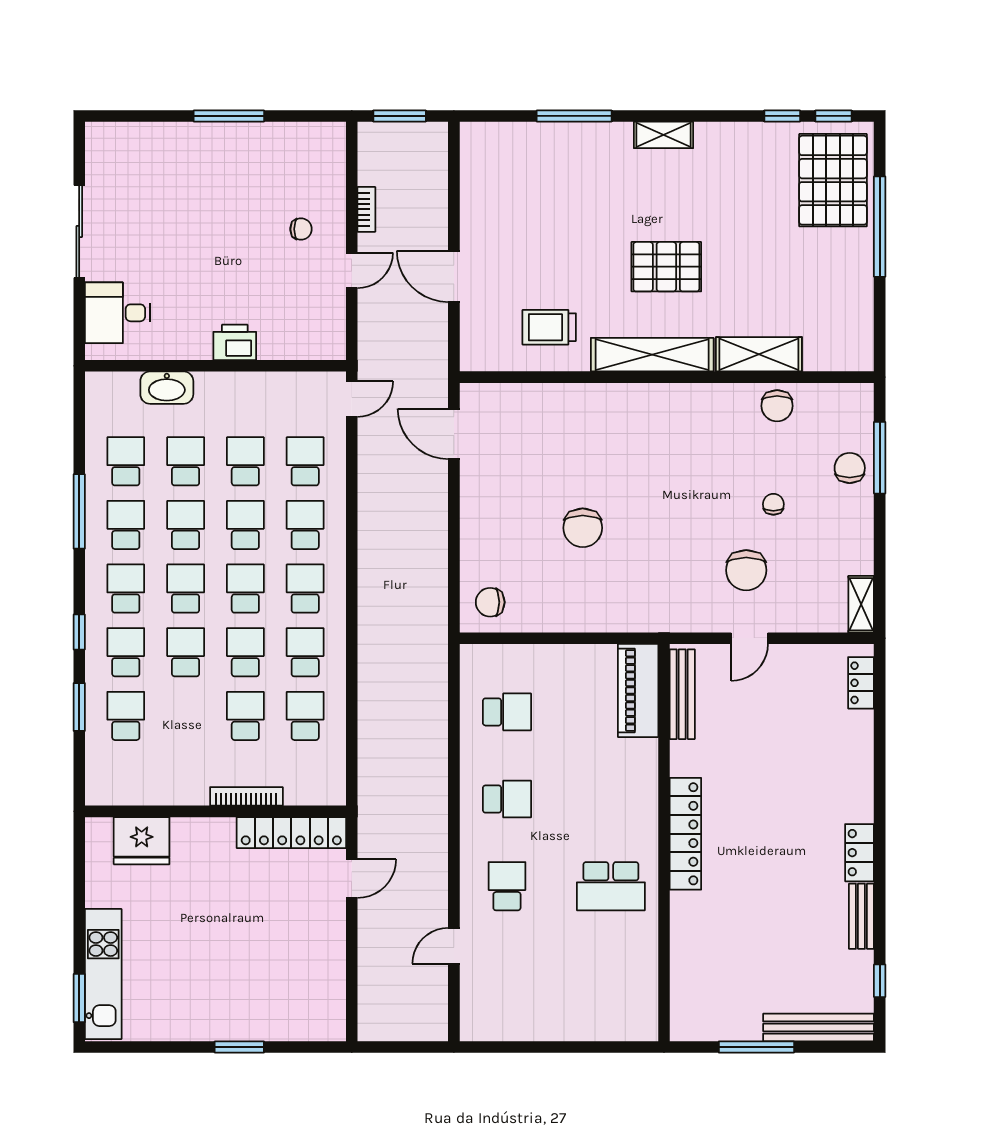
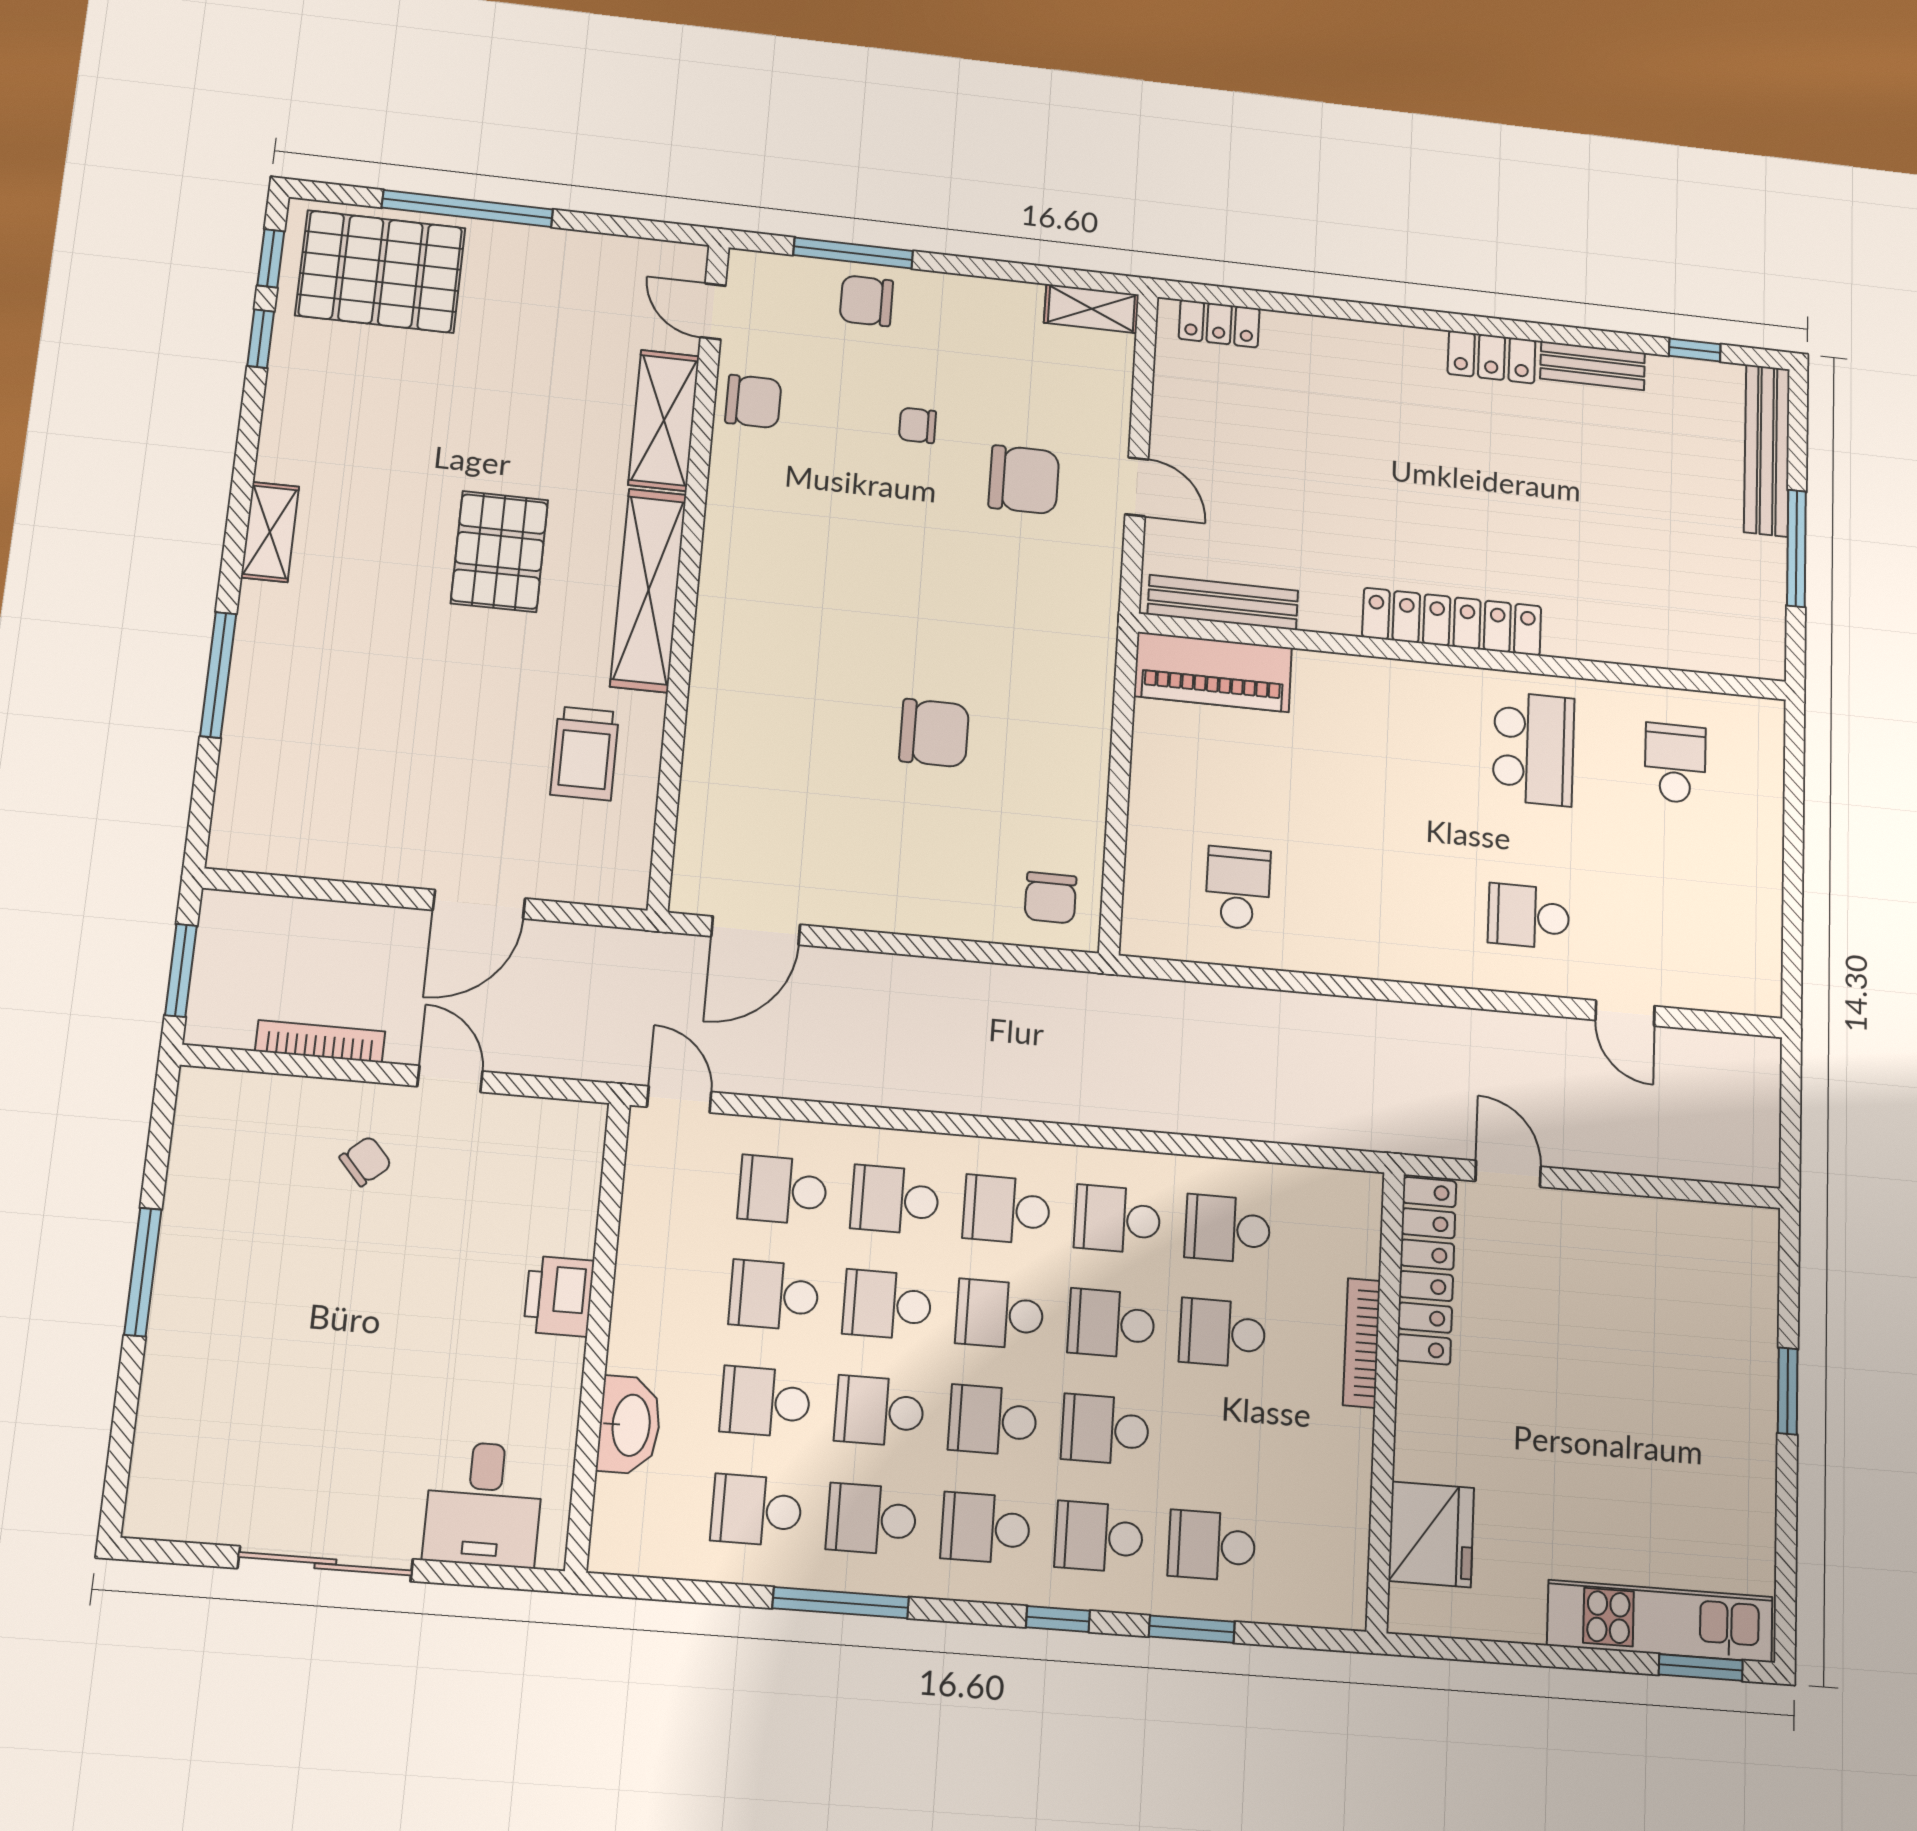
bookcase: (366, 209) -> (320, 1041), width x1.56
chair: (301, 229) -> (366, 1161), turned 49
door: (832, 377) -> (713, 311), added
school desk: (507, 799) -> (1675, 763), moved

